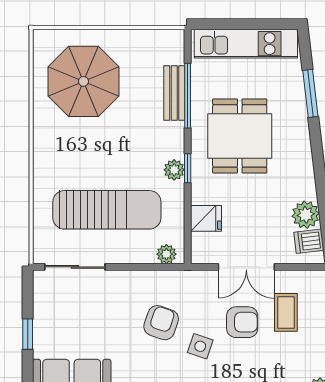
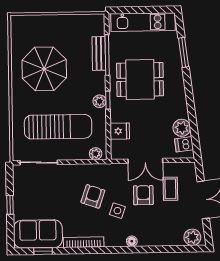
parasol: (83, 81) -> (44, 69), moved
dining table: (240, 136) -> (140, 80), turned 90
armchair: (242, 322) -> (143, 195), turned -90

